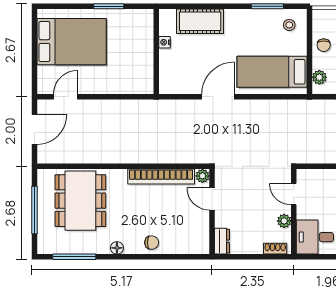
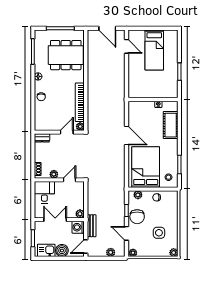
bed: (72, 42) -> (154, 50), width x0.67
bed: (272, 72) -> (146, 167), width x1.50

